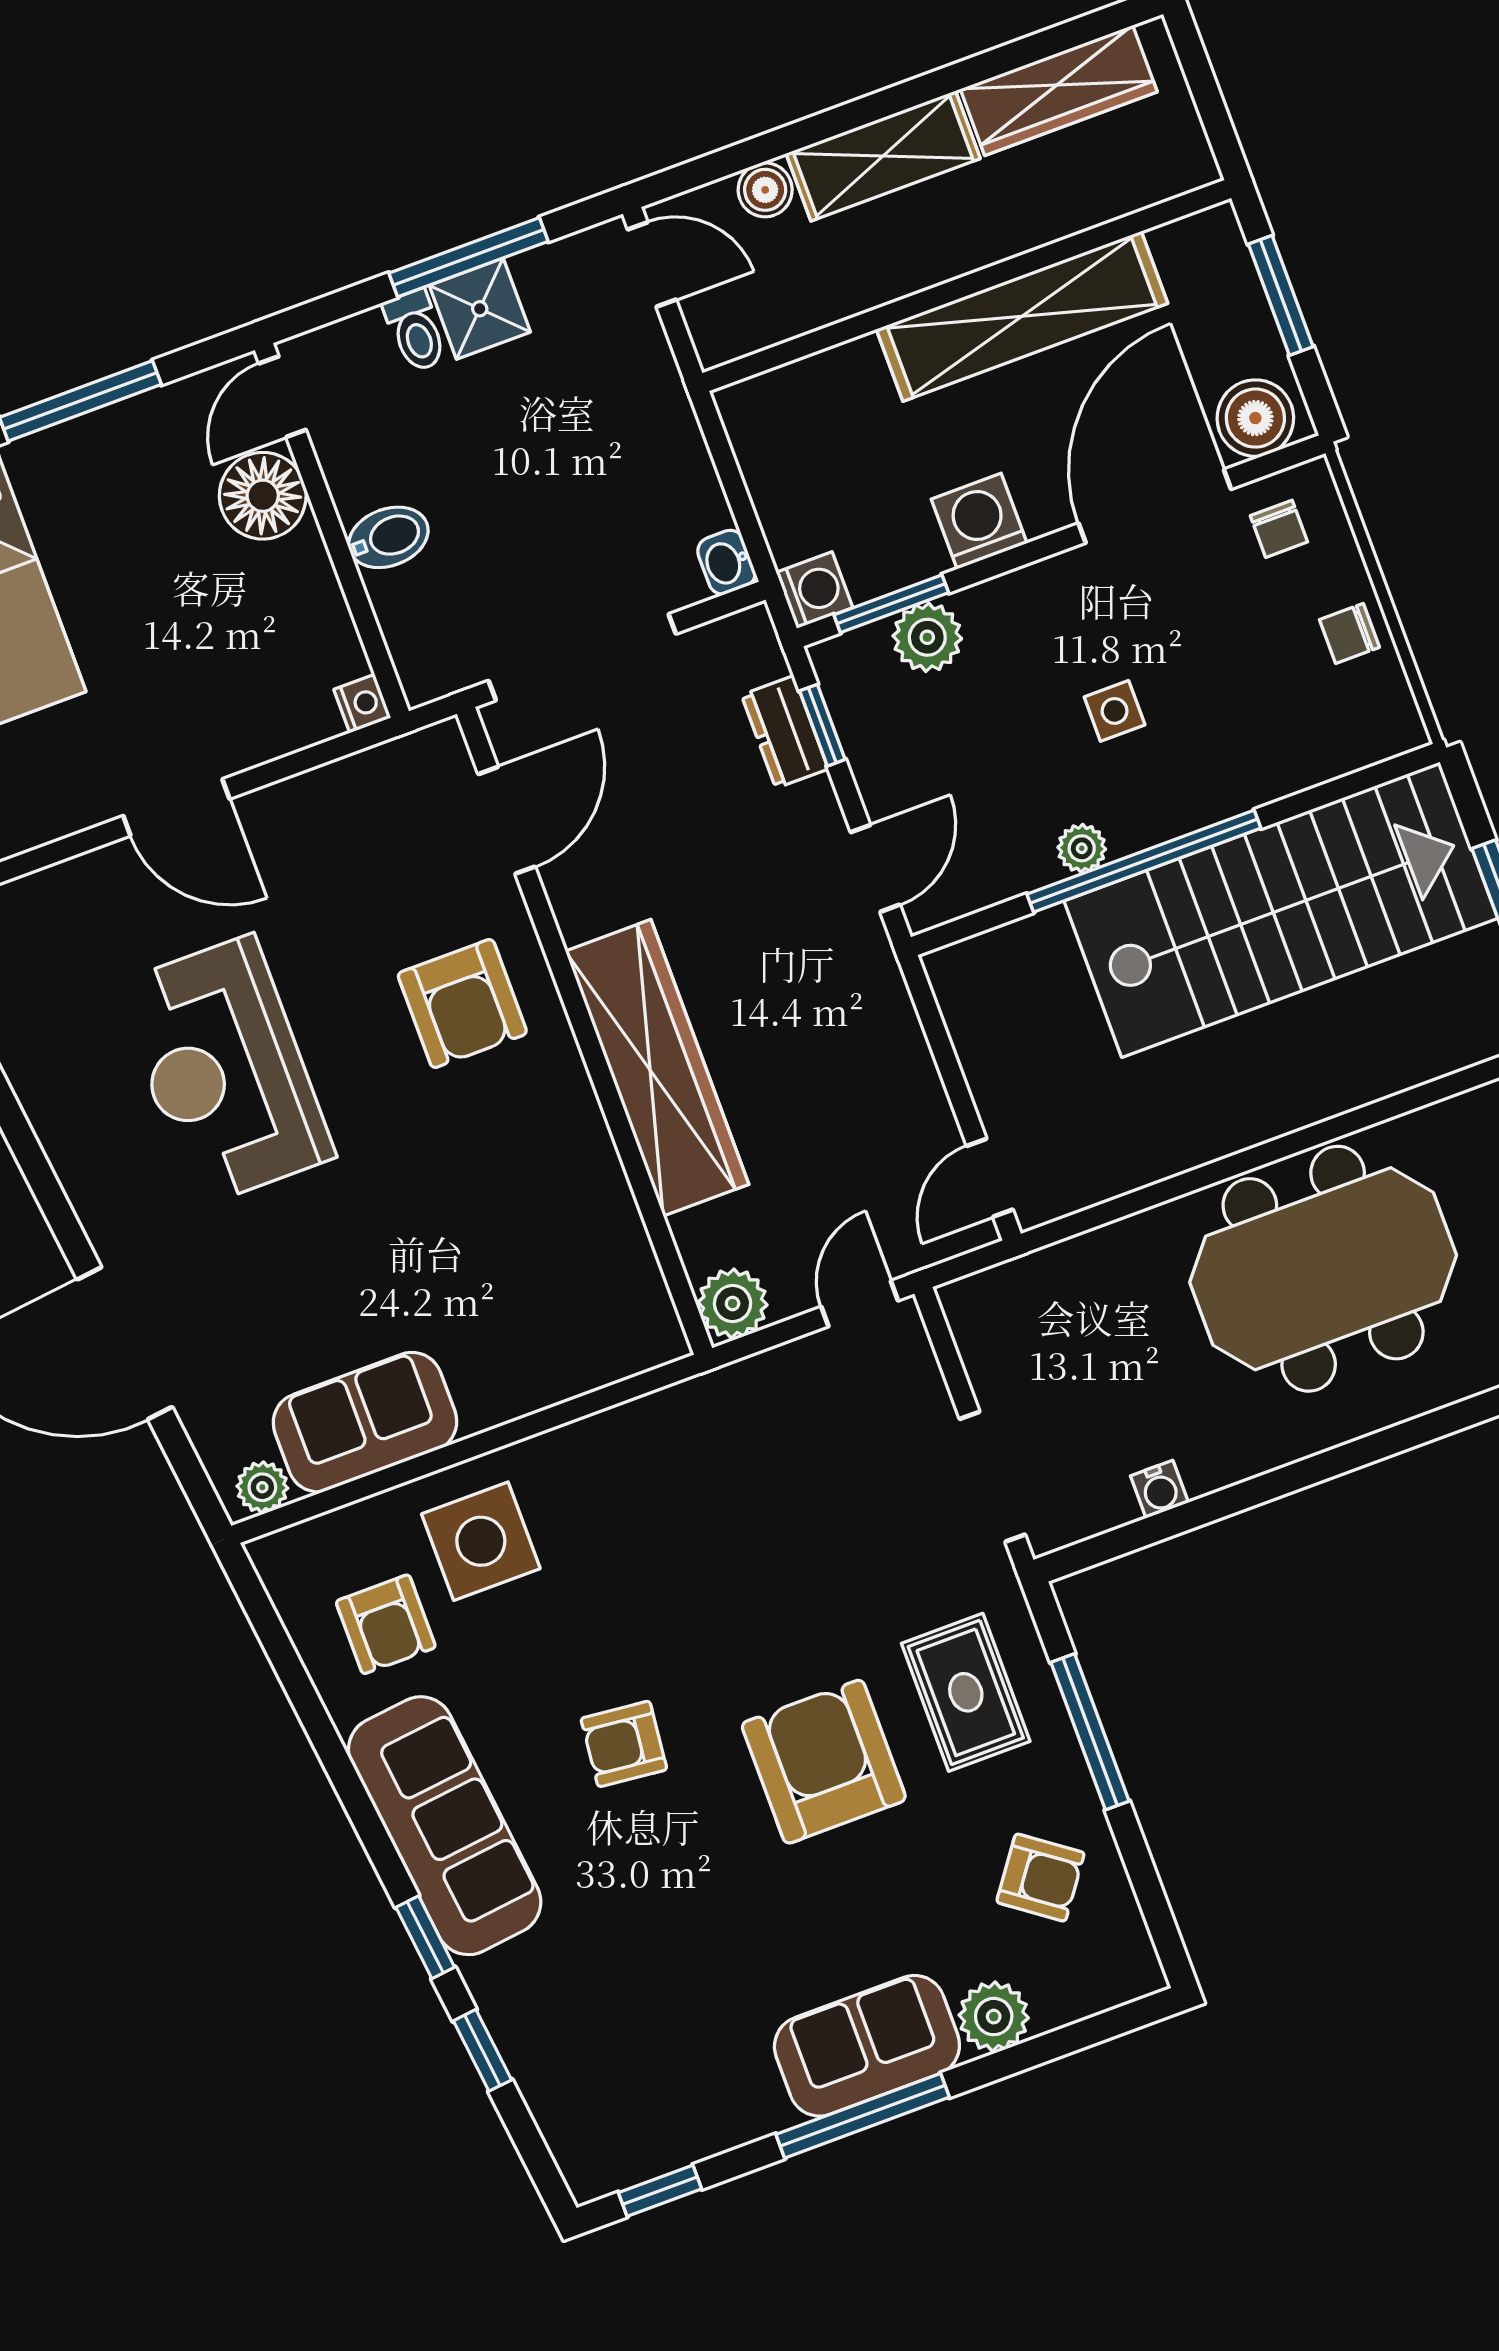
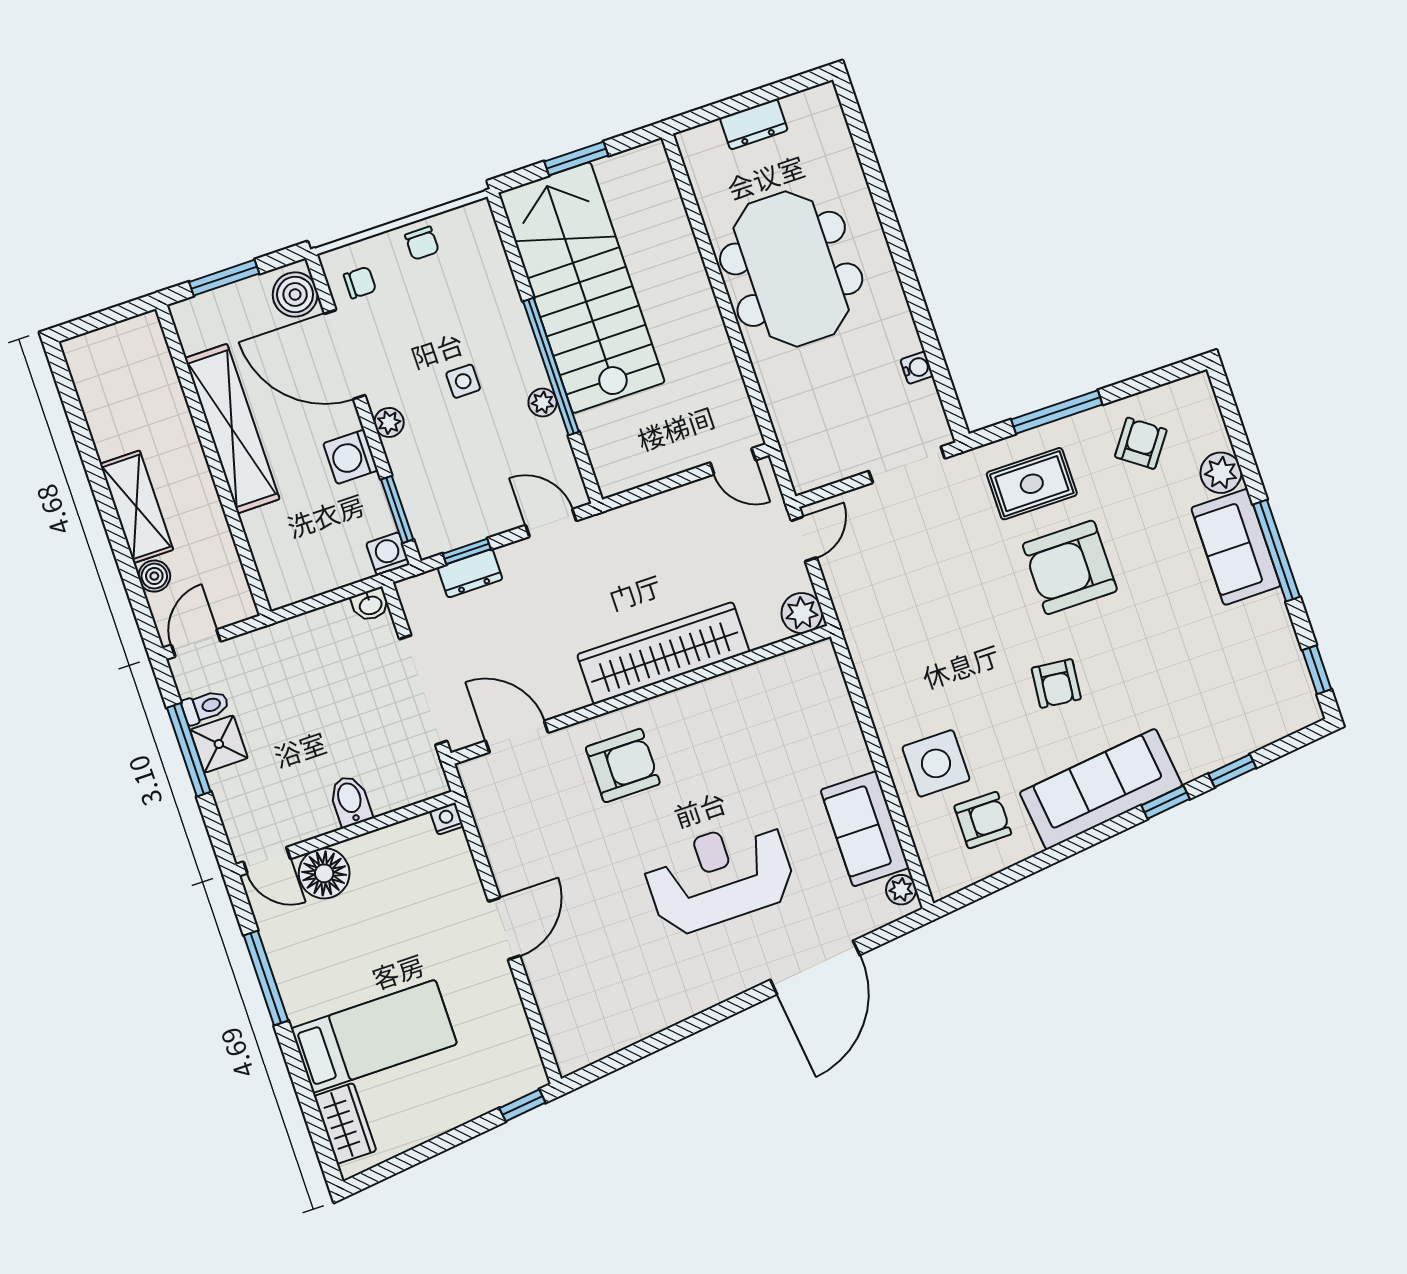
wardrobe: (1059, 90) -> (101, 404), removed
toilet: (416, 331) -> (205, 707), moved
plant: (927, 637) -> (389, 422), moved, width x0.73, depth x0.73
reception desk: (225, 1071) -> (719, 876), moved, turned 180
door: (860, 1304) -> (804, 539), swing flipped

